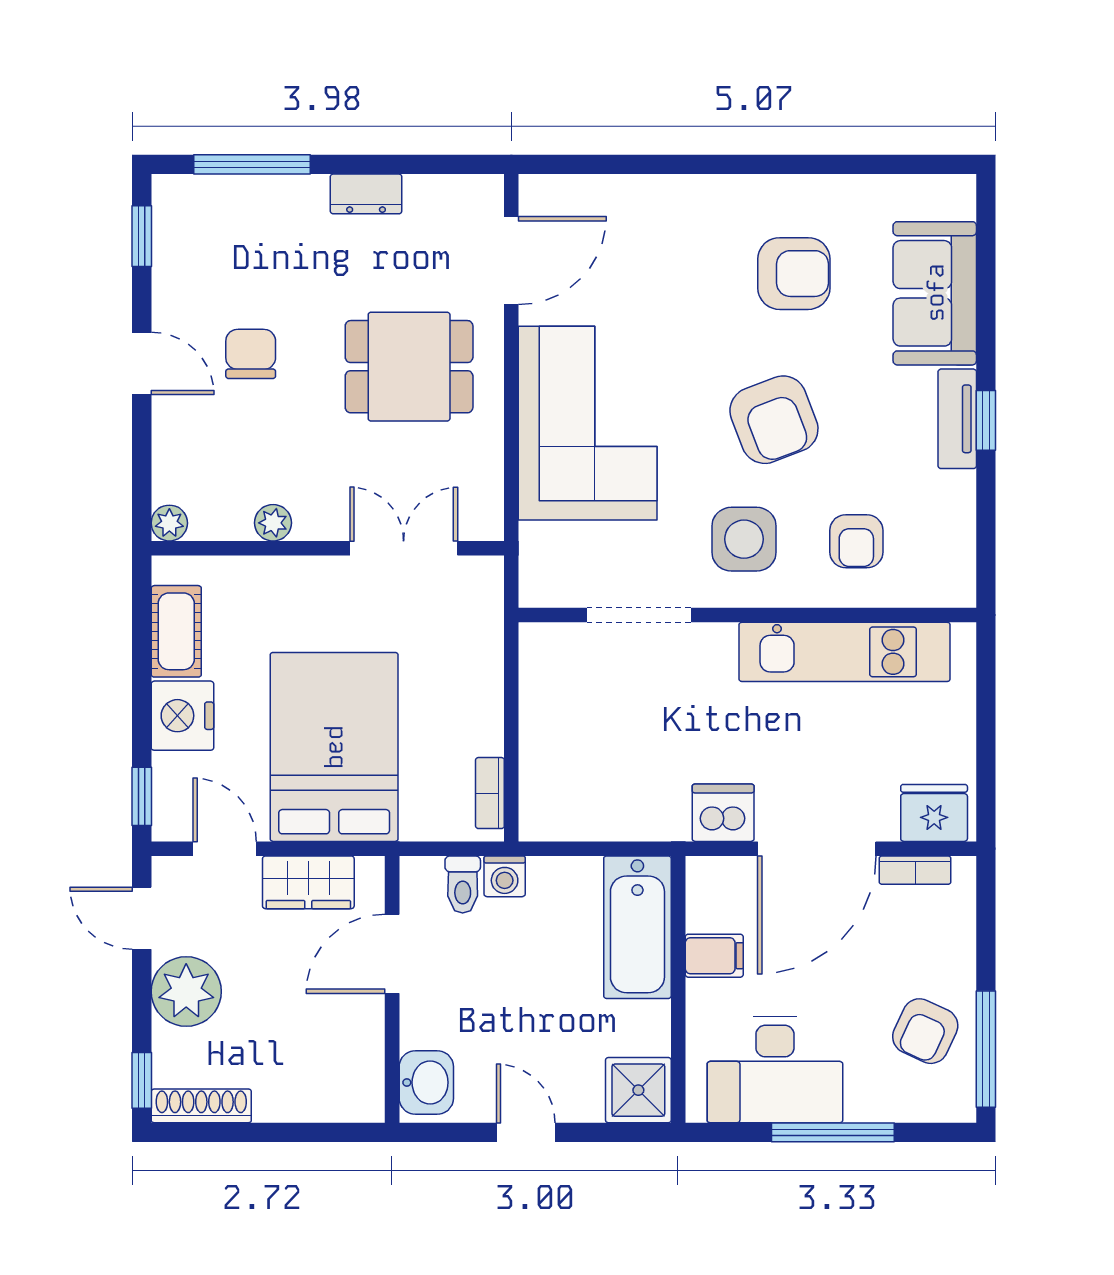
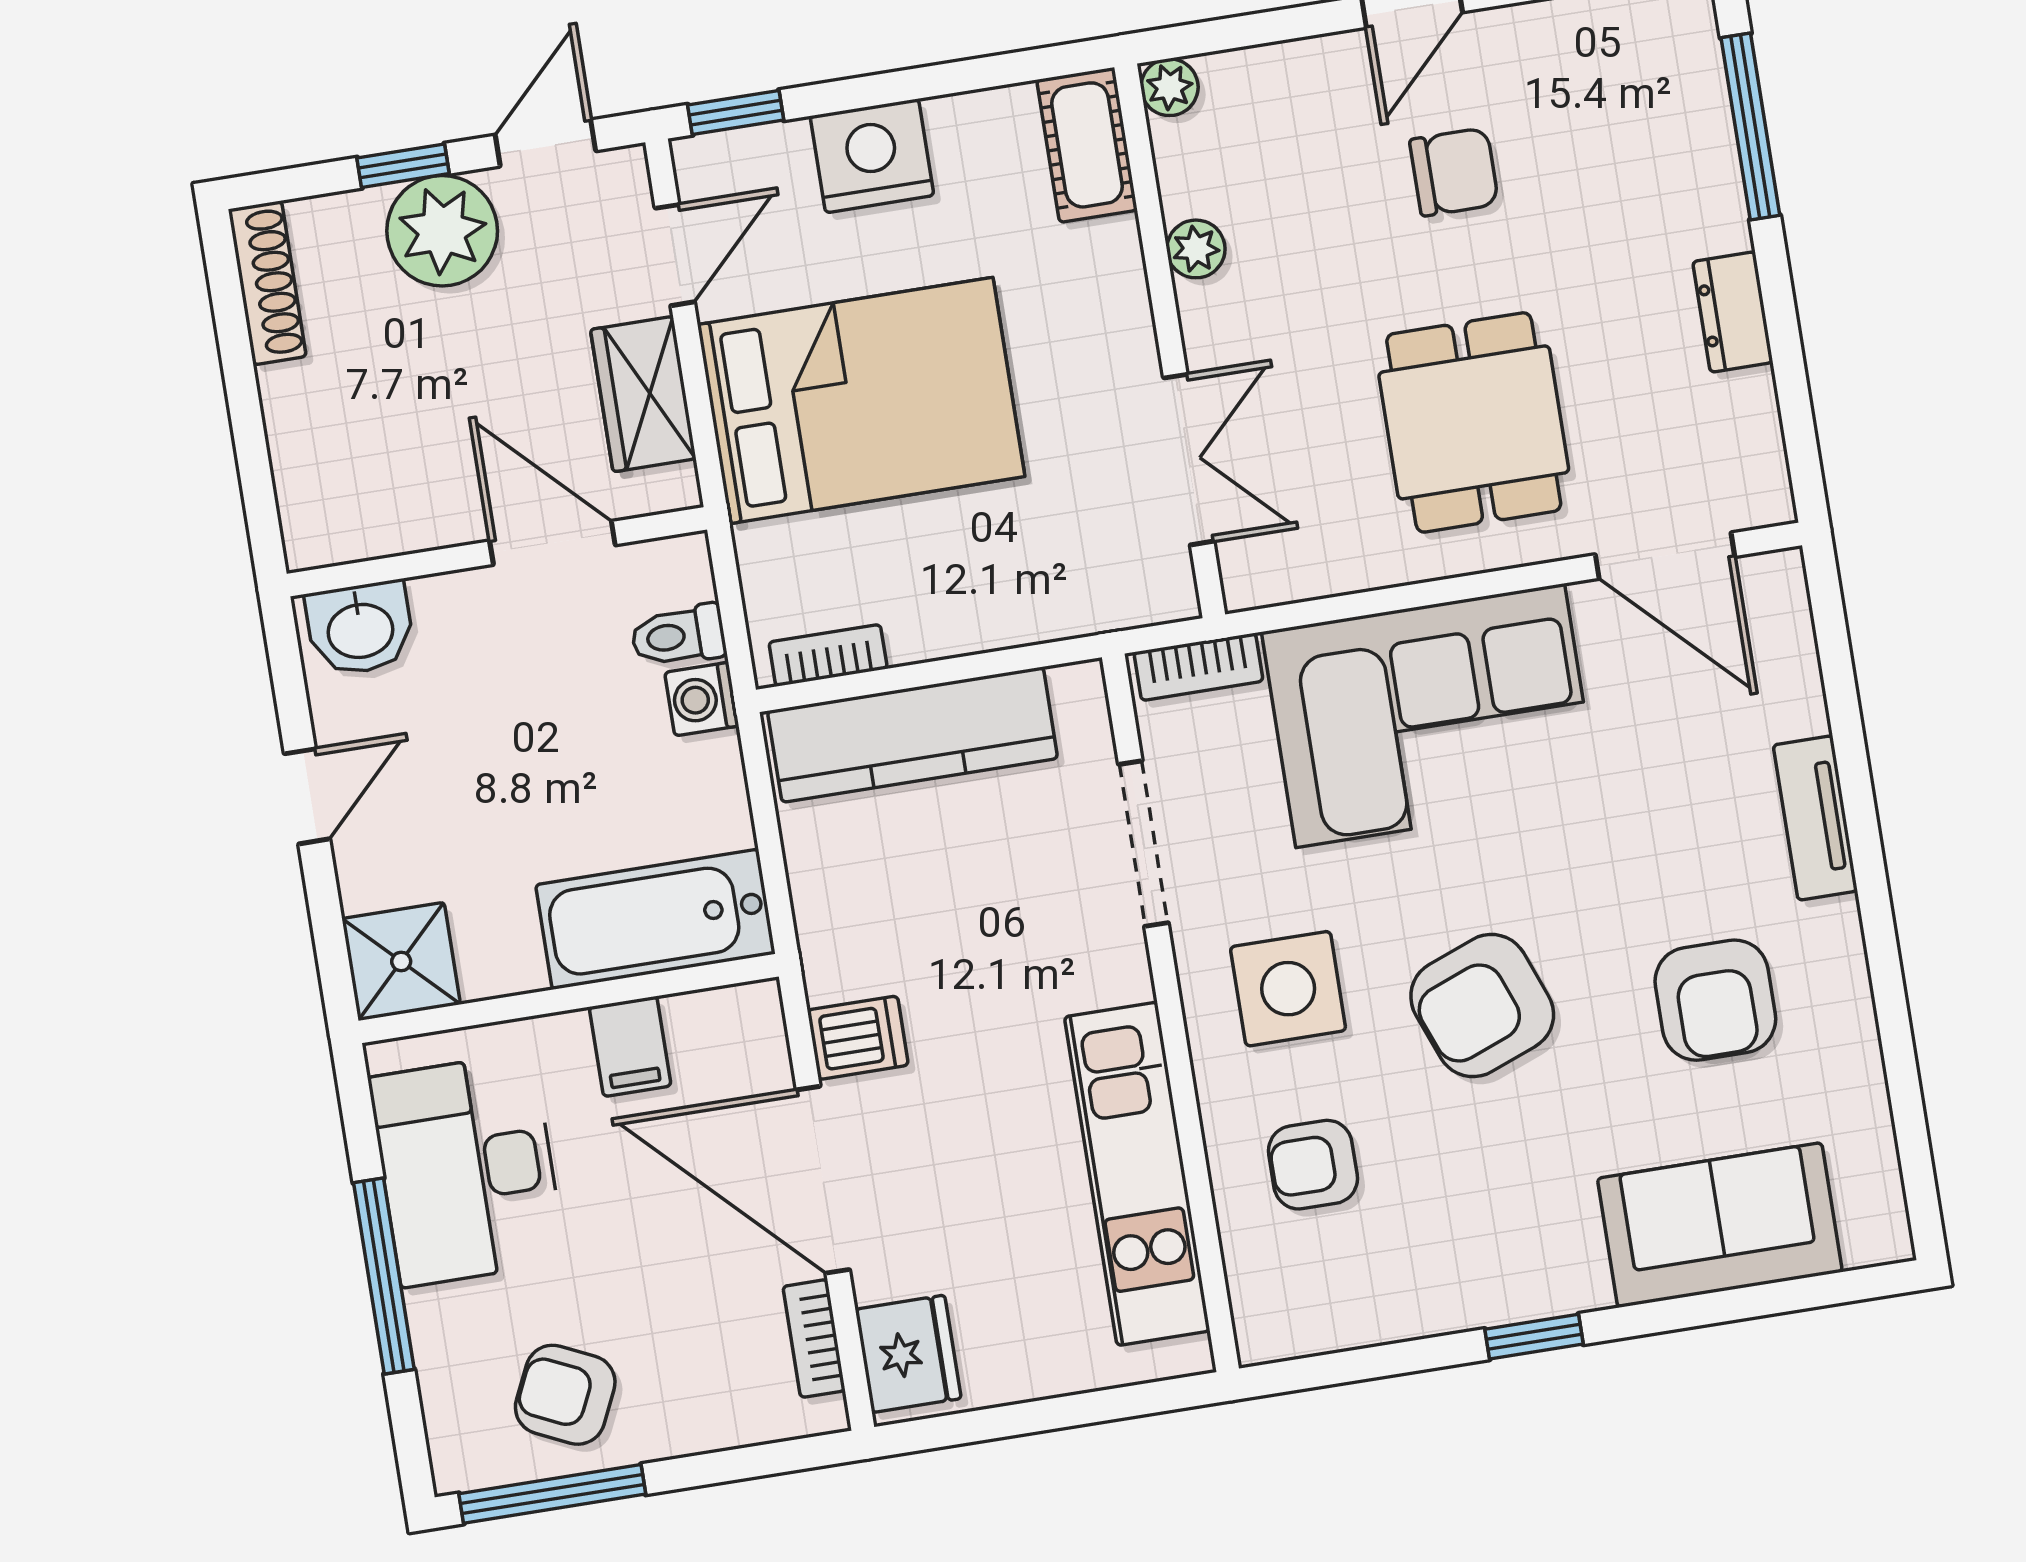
tv unit: (957, 419) -> (1815, 818), moved, turned -90
bookcase: (534, 563) -> (1198, 667), added
cot: (176, 631) -> (1087, 145), moved, turned 90
kitchen counter: (548, 748) -> (913, 735), added
dishwasher: (723, 813) -> (858, 1038), width x0.73
window: (142, 1080) -> (403, 166), moved

